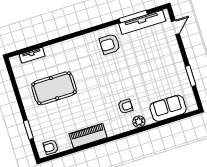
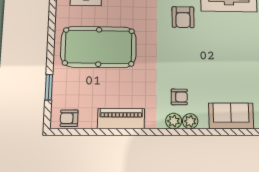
armchair: (110, 44) -> (183, 17), turned -90
pool table: (54, 88) -> (99, 47), width x1.36, depth x1.32
plant: (127, 125) -> (174, 121), added

